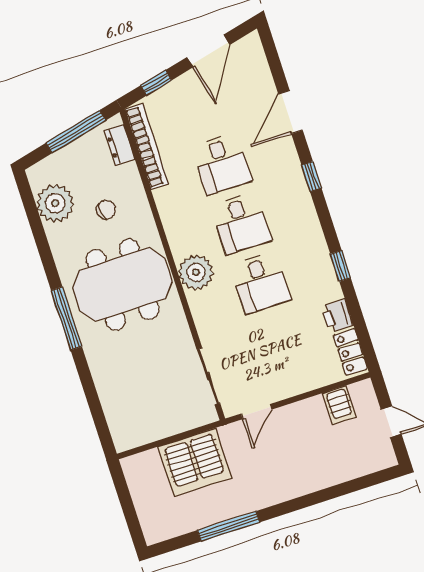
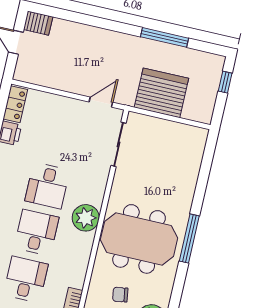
desk: (260, 283) -> (47, 186), turned 180
server rack: (340, 405) -> (38, 23), moved, turned 90
window: (131, 517) -> (225, 82), added

